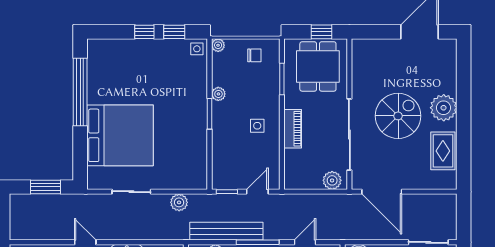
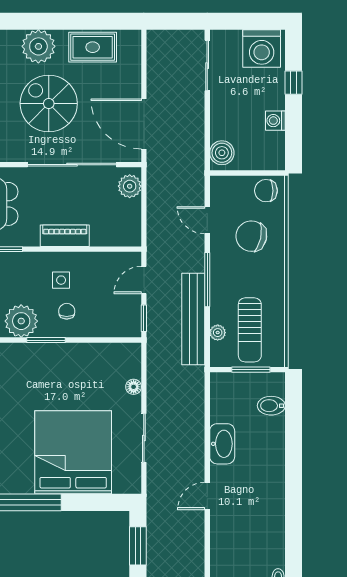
plant: (218, 94) -> (21, 321), width x1.87, depth x1.87
chair: (232, 130) -> (67, 311), added
floor lamp: (172, 184) -> (134, 387), added
door: (257, 192) -> (144, 280), hinge flipped
door: (382, 192) -> (144, 124), swing flipped
plant: (179, 202) -> (157, 378), removed

